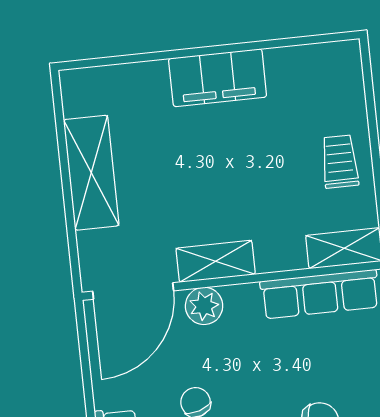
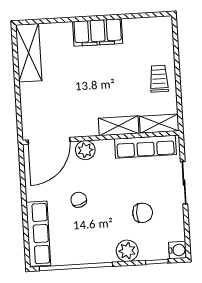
shelving: (91, 173) -> (29, 53), moved
shelving: (216, 261) -> (119, 126), moved

